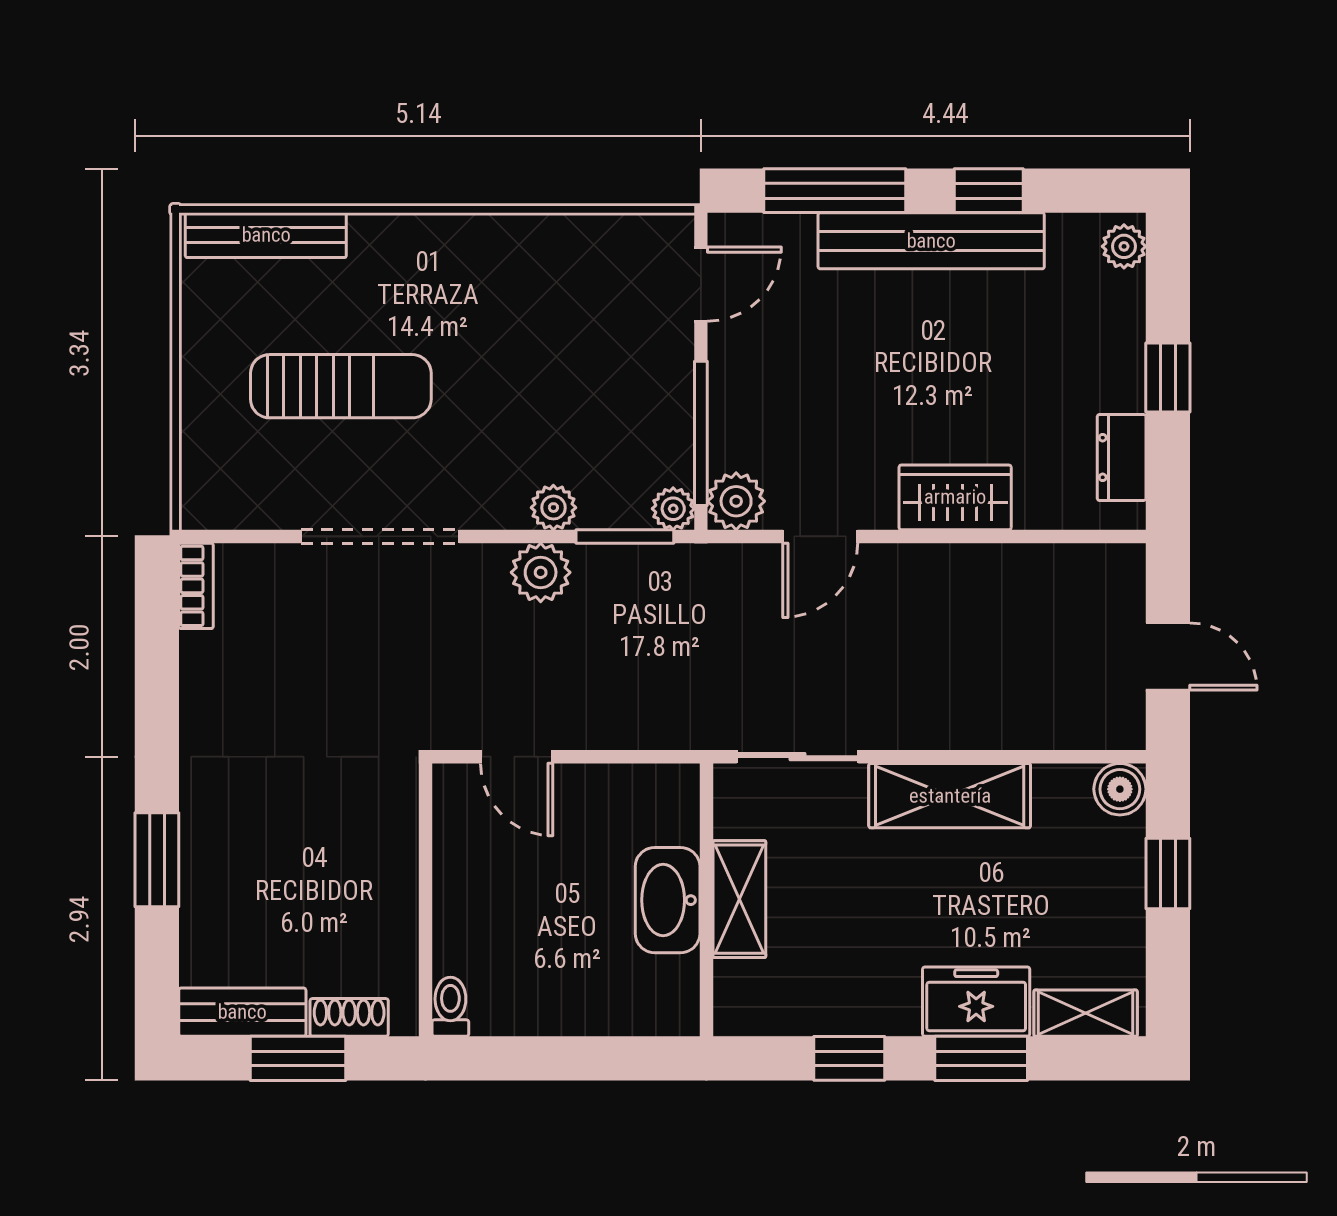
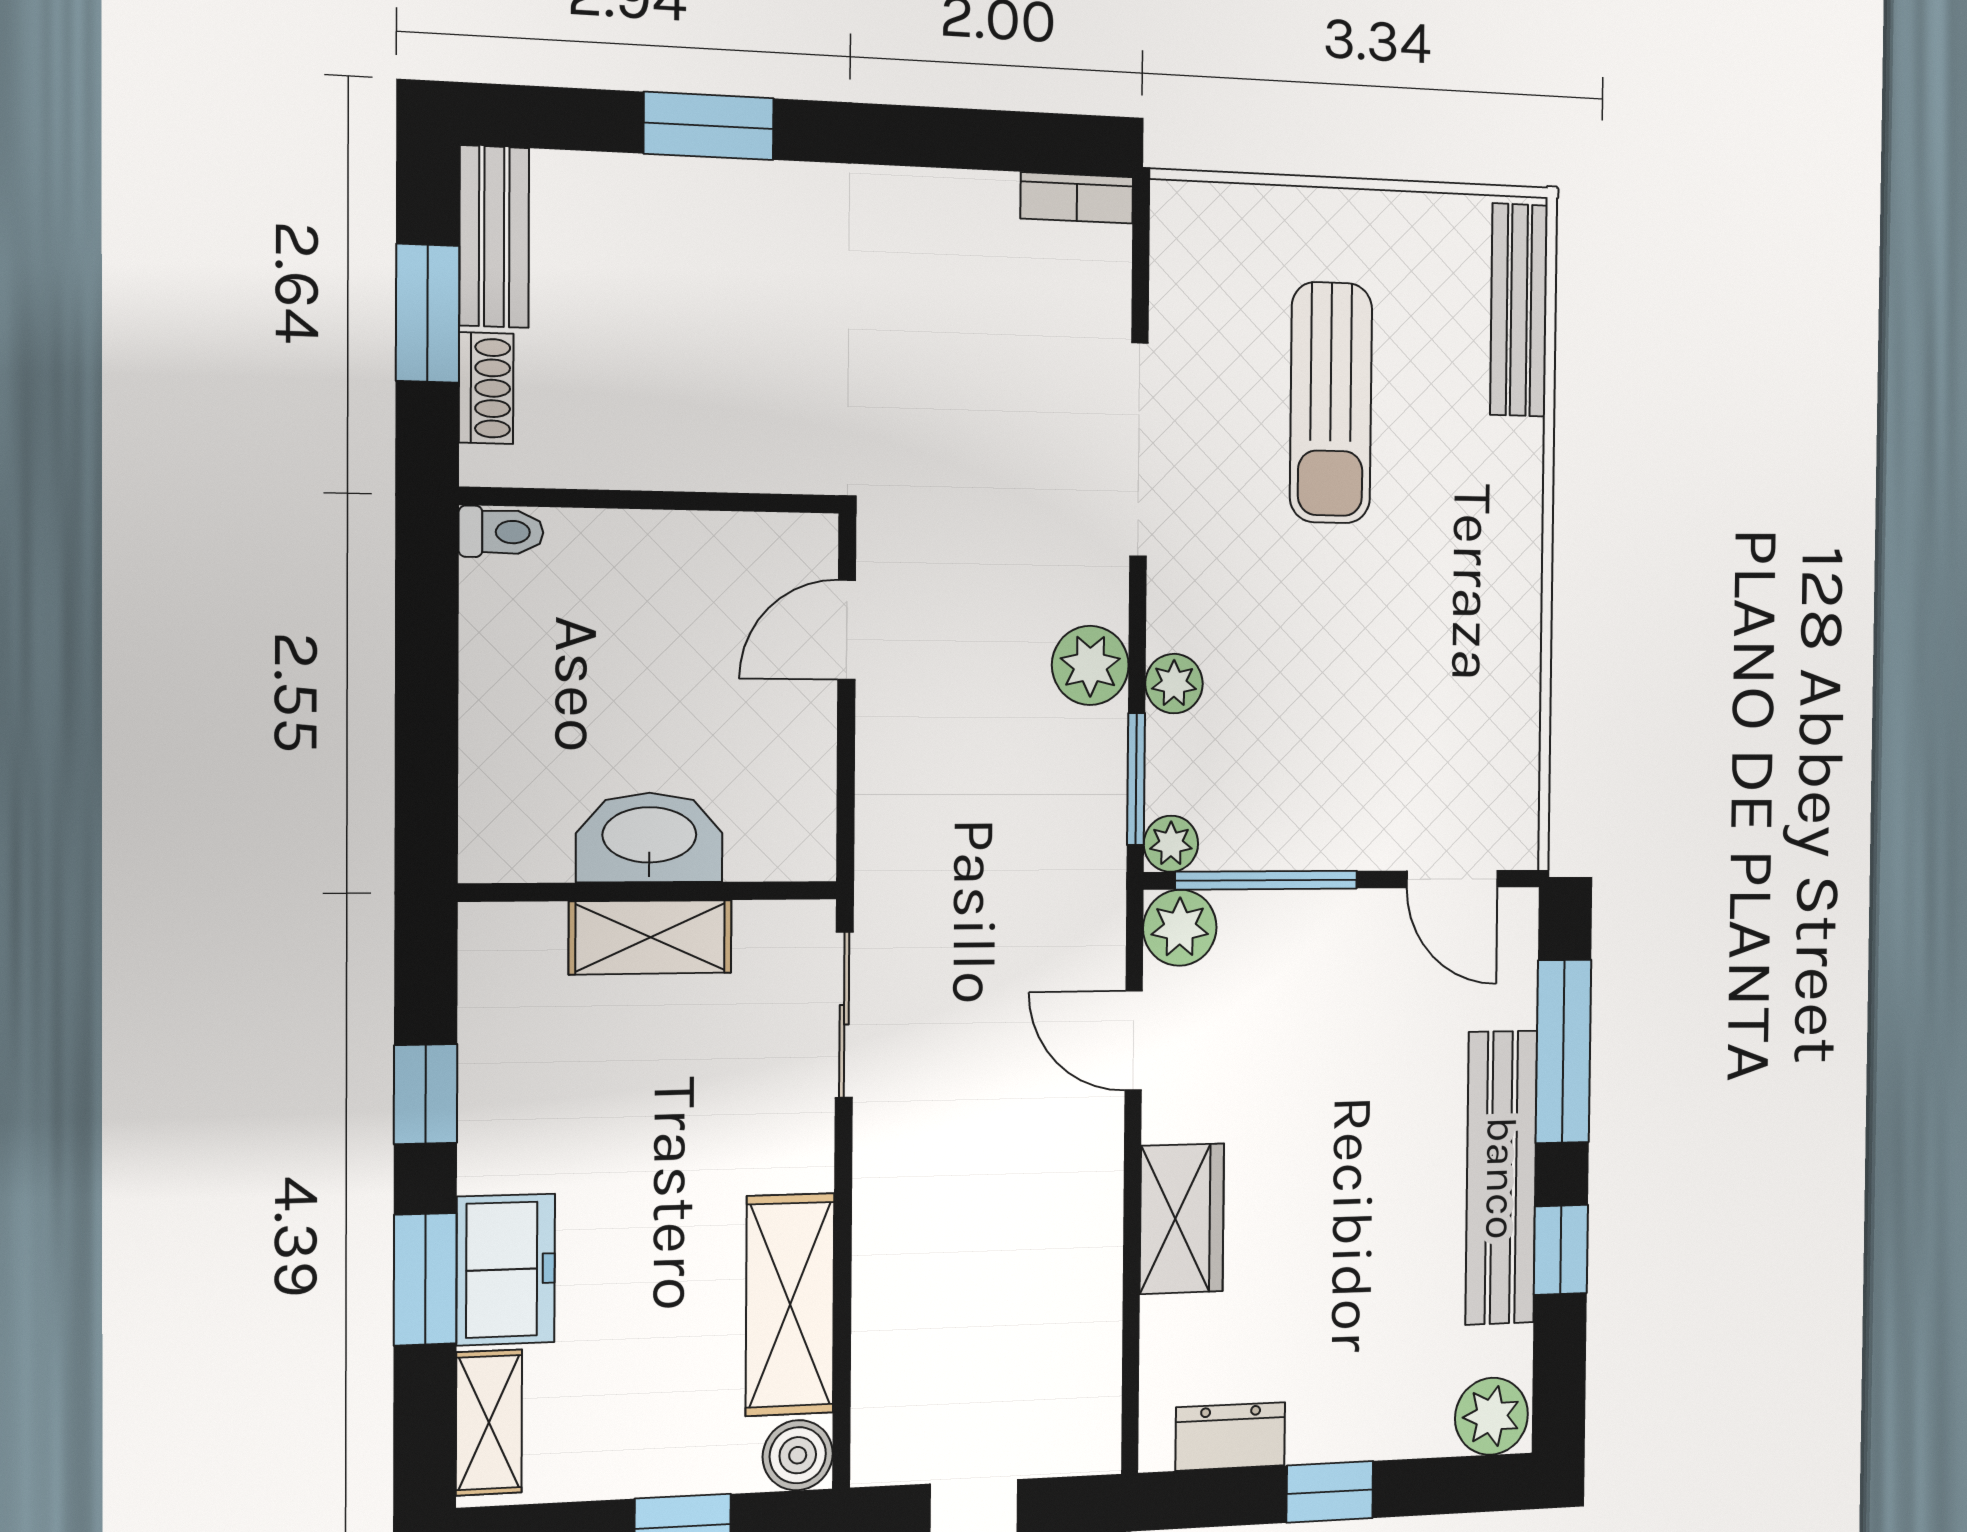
plant: (1124, 246) -> (1491, 1416), width x1.38, depth x1.38
shelving: (950, 796) -> (790, 1305), moved

